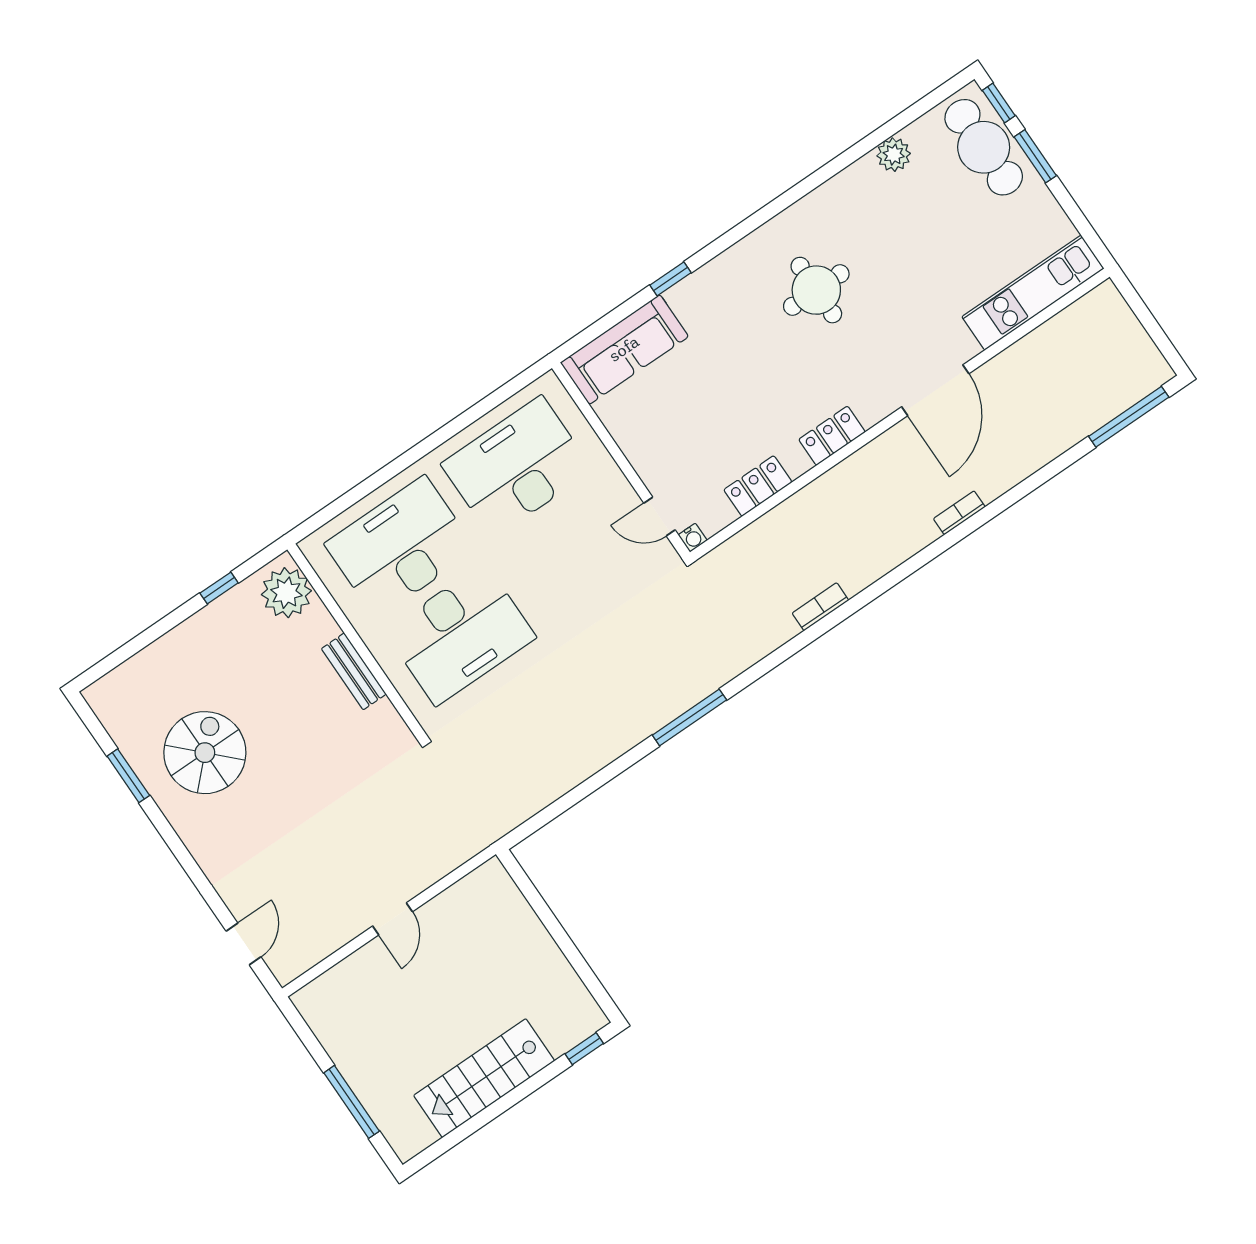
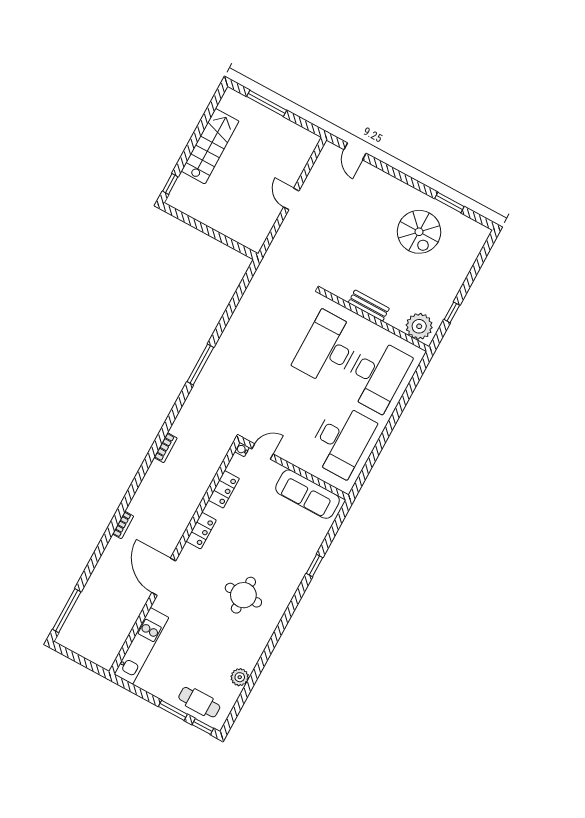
cafe table: (984, 147) -> (199, 702), width x0.73, depth x0.74
sofa: (624, 349) -> (307, 494), moved, turned -90

